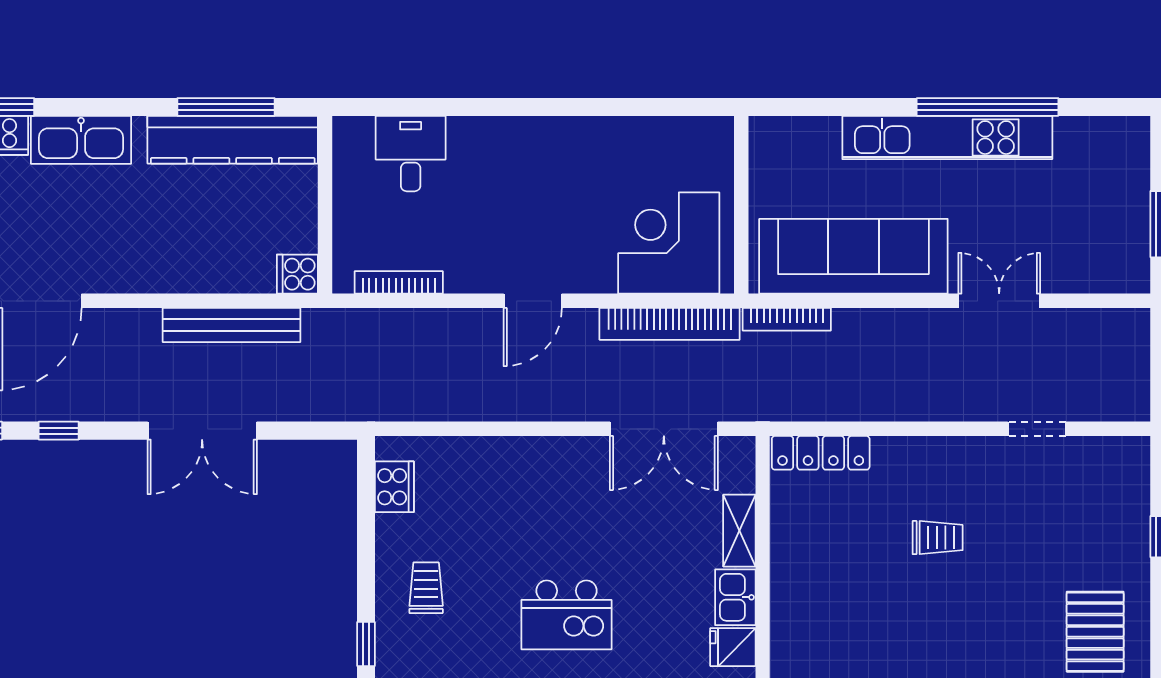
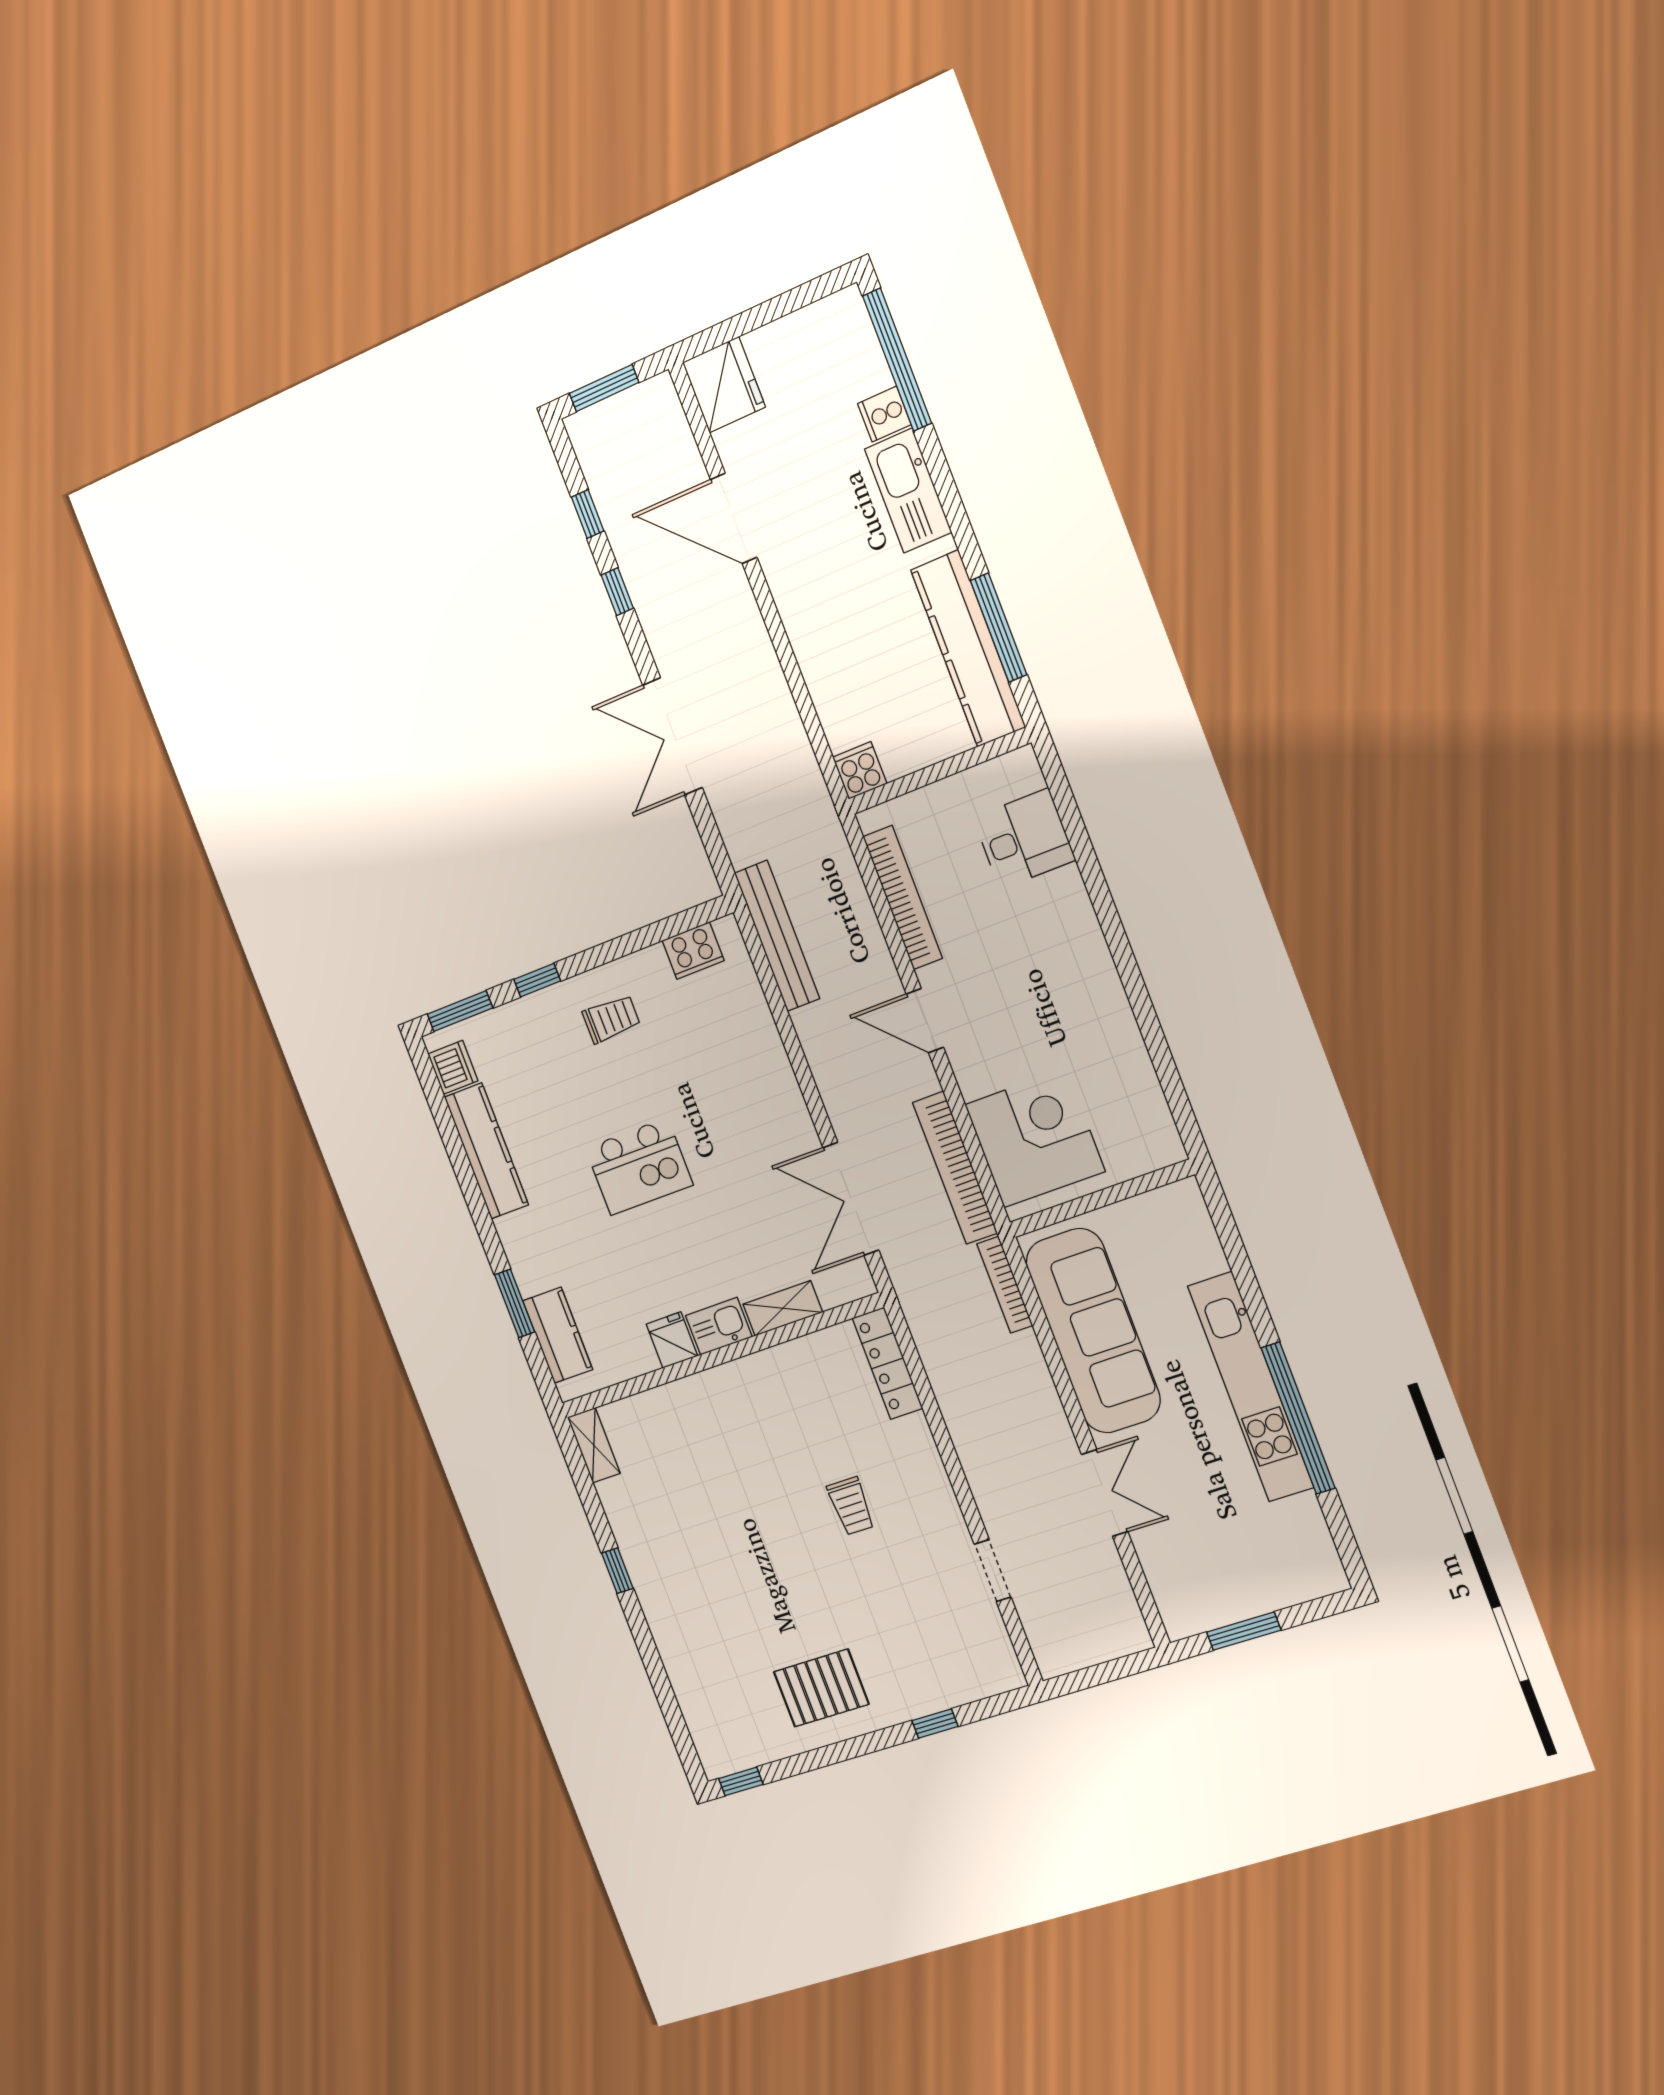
bookcase: (399, 282) -> (903, 897), width x1.48, depth x1.31
bench: (232, 325) -> (777, 936), moved
kitchen island: (566, 615) -> (639, 1167), turned -90

